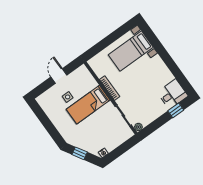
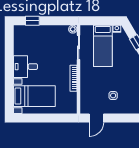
door: (59, 76) -> (96, 118), moved
desk: (172, 94) -> (25, 67), moved
bed: (88, 105) -> (103, 46), moved, turned 90

